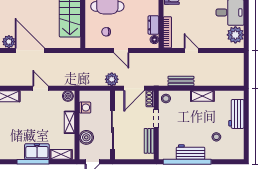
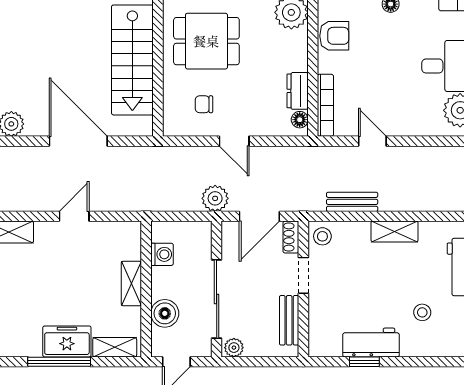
door: (30, 50) -> (78, 141), moved
door: (41, 88) -> (74, 216), hinge flipped
boiler: (68, 96) -> (128, 232), removed
plant: (121, 155) -> (234, 348), added
window: (187, 162) -> (364, 362), width x0.32

